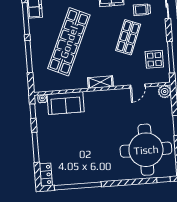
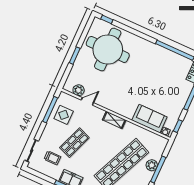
plant: (38, 57) -> (152, 165), added
plant: (165, 92) -> (79, 90), moved

